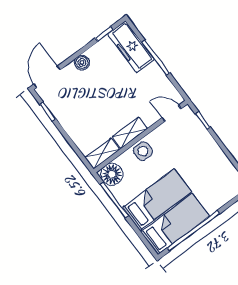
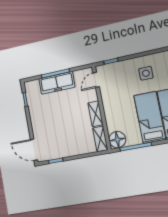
freezer: (131, 47) -> (57, 83), moved
boiler: (82, 62) -> (36, 123), removed
side table: (143, 151) -> (146, 73), moved

